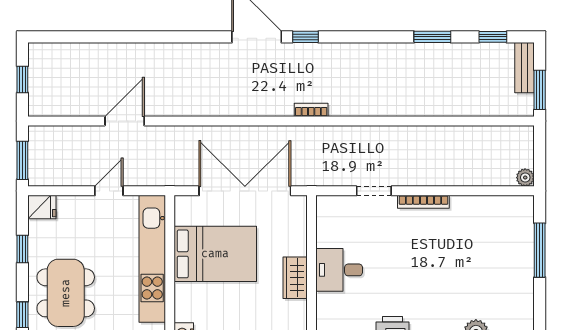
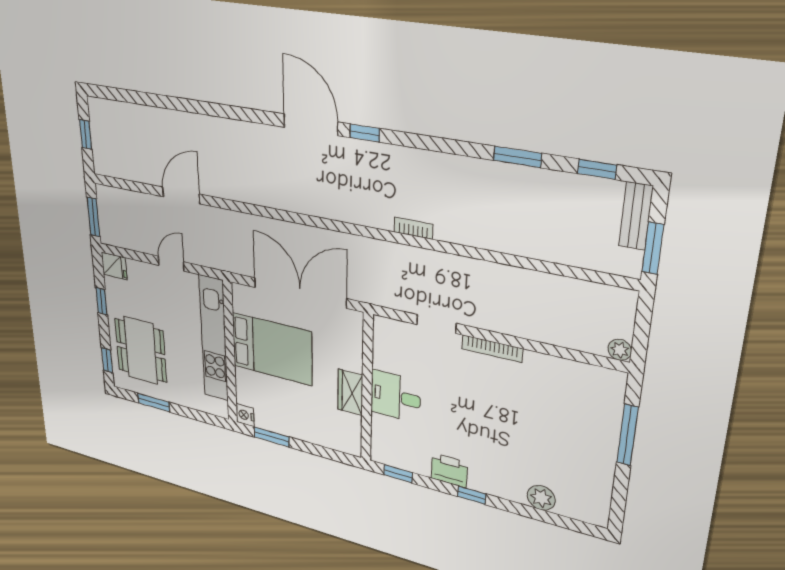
bookcase: (311, 110) -> (413, 228), moved

